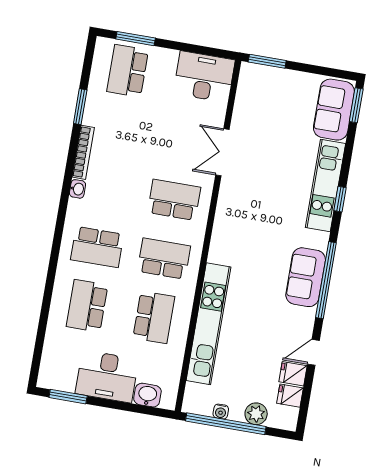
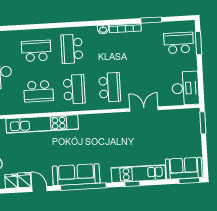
sofa: (306, 277) -> (76, 175), width x1.36

